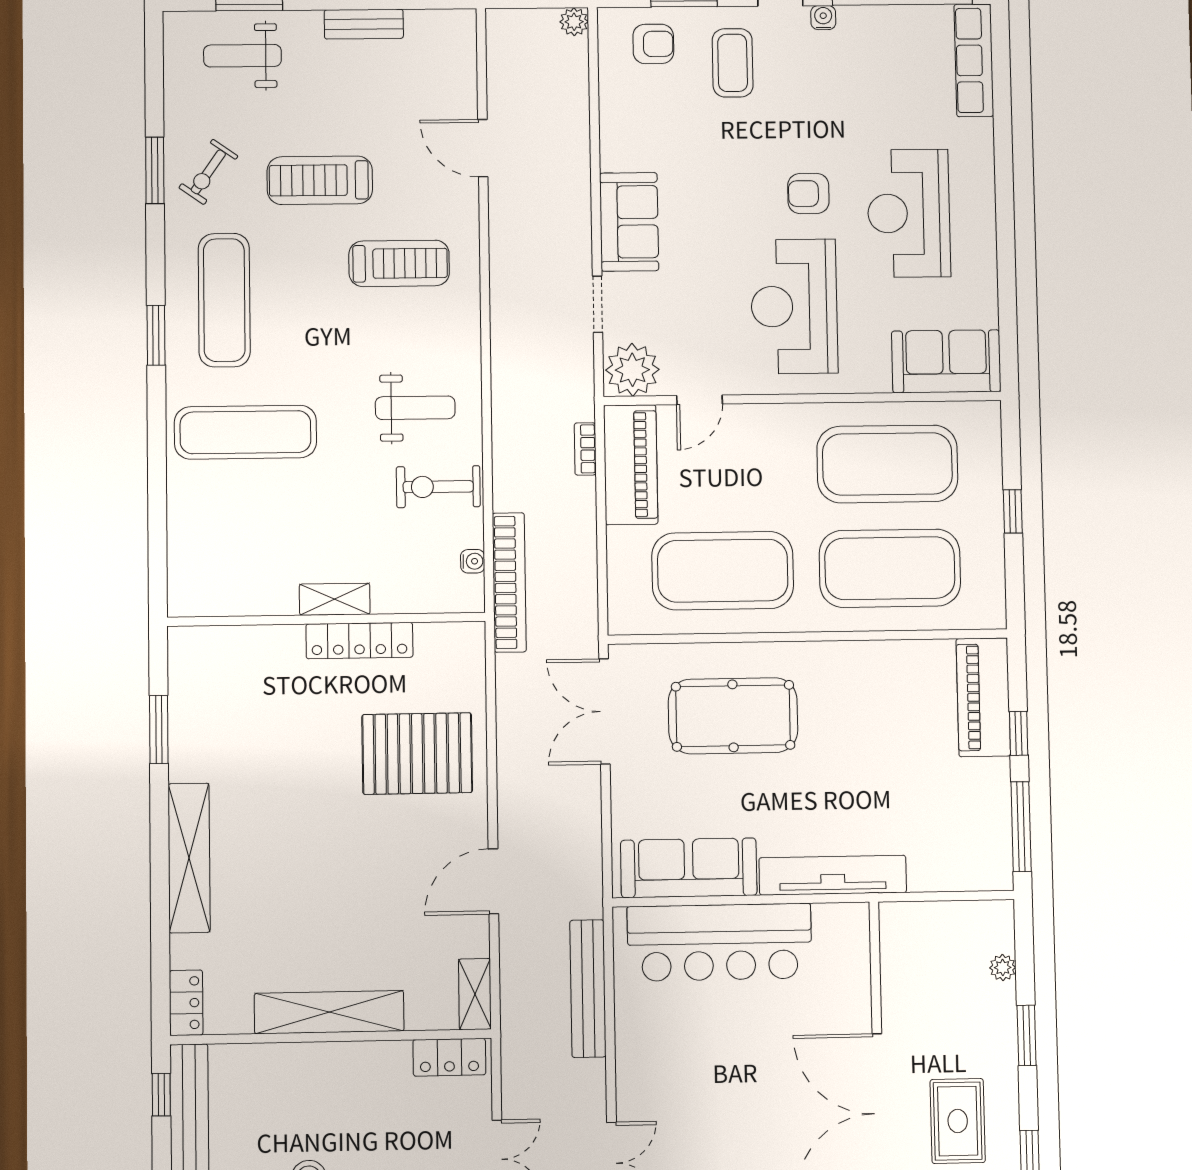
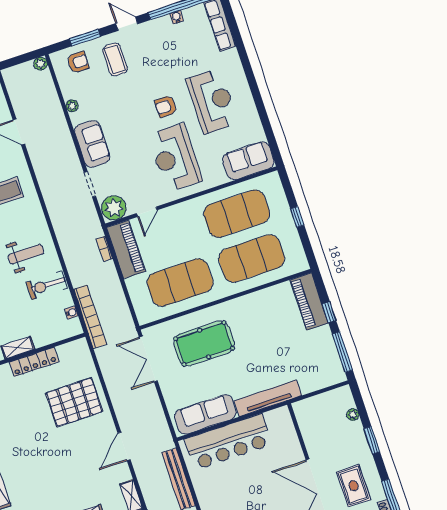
water cooler: (823, 18) -> (177, 17), moved
plant: (612, 130) -> (72, 106), added
reception desk: (909, 213) -> (212, 101), turned 180

